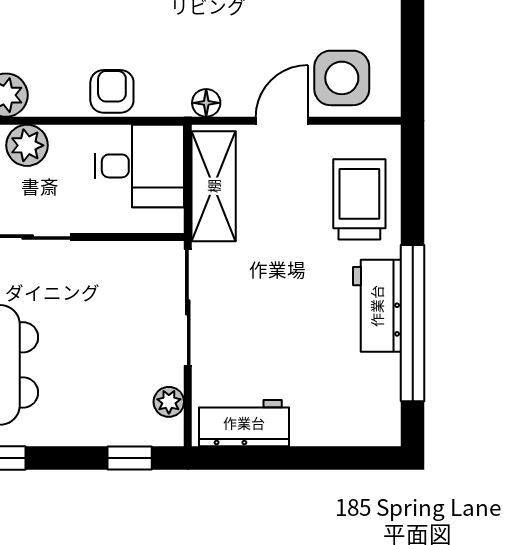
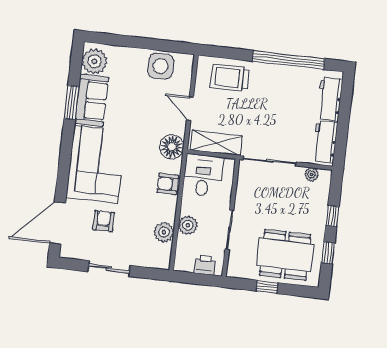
side table: (342, 78) -> (161, 66), moved
floor lamp: (206, 103) -> (172, 147), width x1.89, depth x1.89
workbench: (377, 306) -> (330, 99), moved, turned 90
window: (130, 458) -> (332, 216), moved

